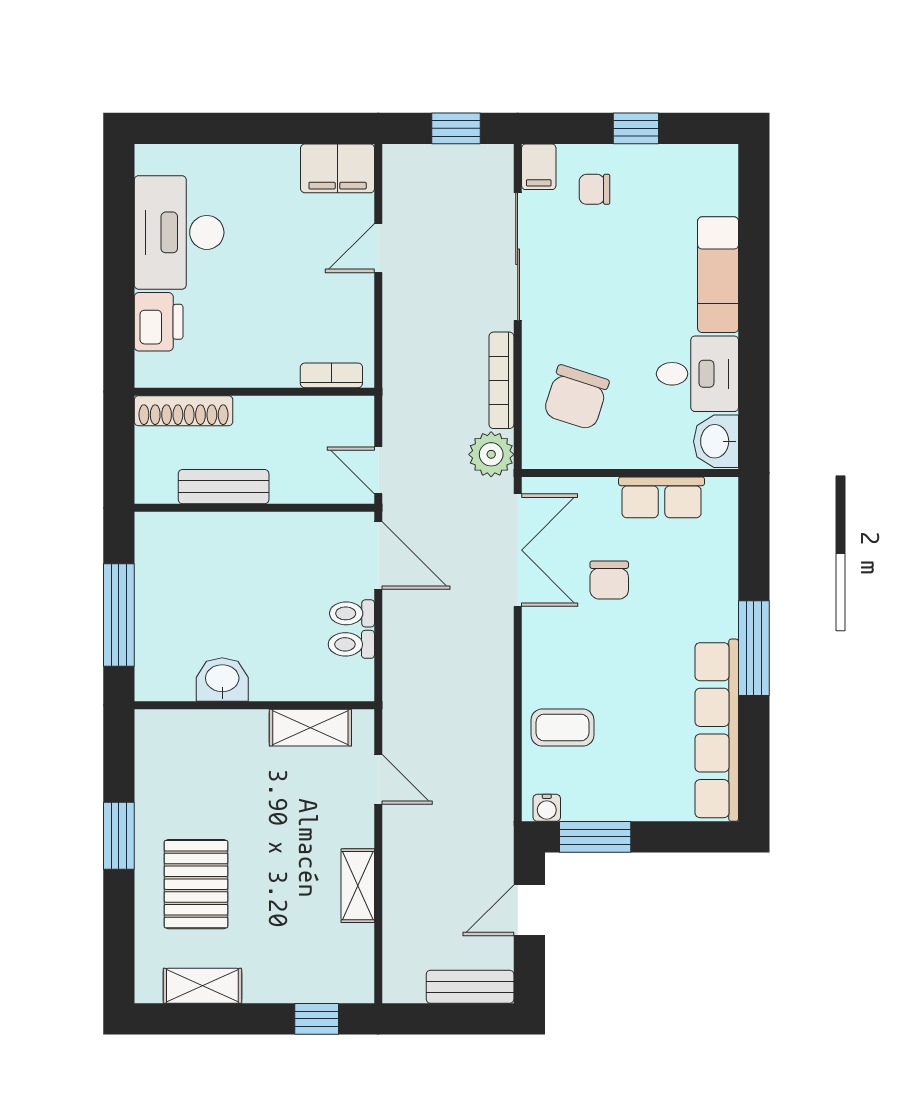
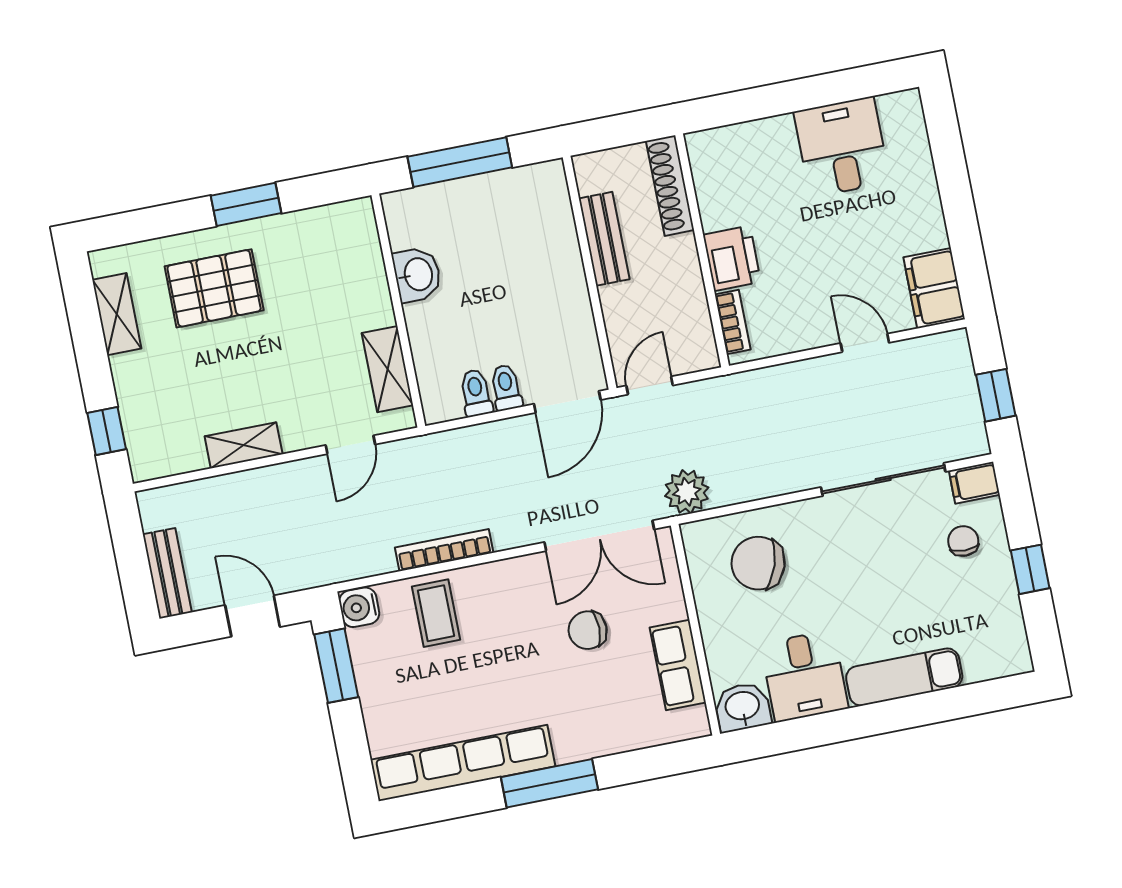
desk: (179, 232) -> (842, 147), width x0.73
printer: (159, 322) -> (732, 258), moved, turned -90
bookcase: (501, 380) -> (444, 550), moved
water cooler: (547, 808) -> (359, 607), width x1.38, depth x1.38

